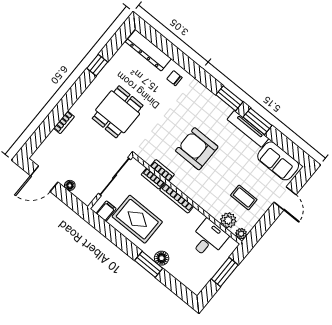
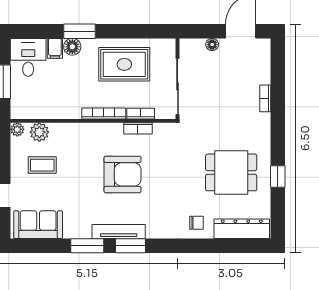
dining table: (118, 112) -> (231, 172), moved, turned 90
tv unit: (248, 129) -> (119, 232), moved
filing cabinet: (106, 211) -> (55, 48), moved
desk: (208, 239) -> (28, 57), moved, turned 180

